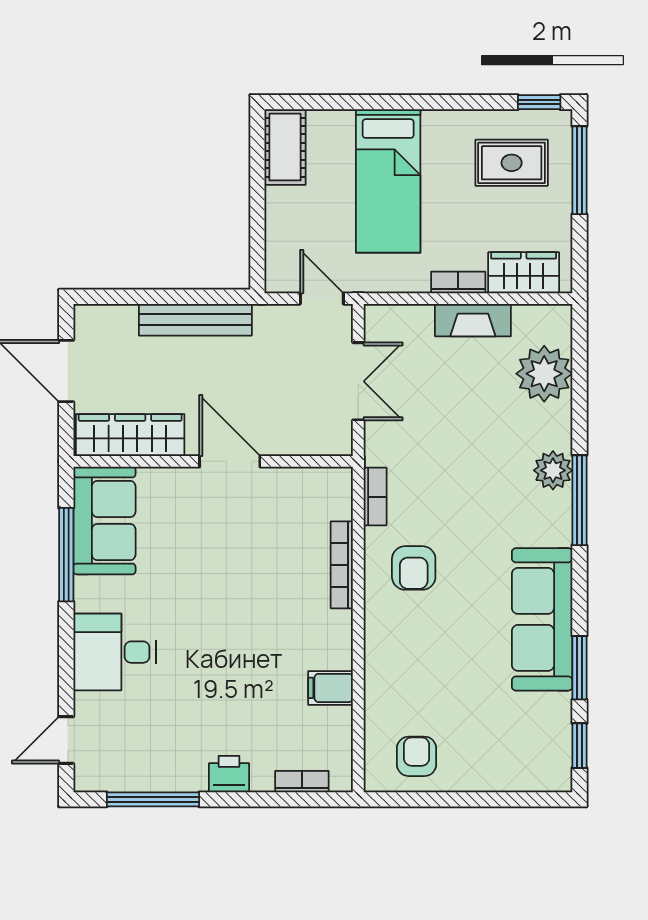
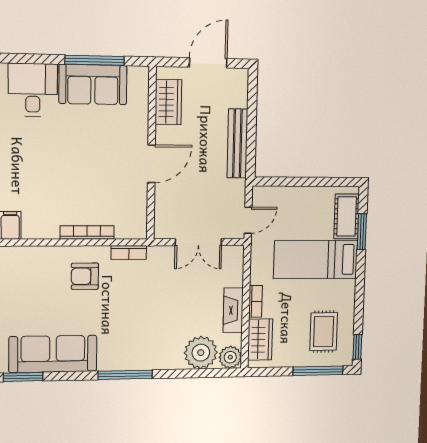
window: (341, 102) -> (362, 232), added
cot: (285, 147) -> (347, 216), moved, turned 90
wardrobe: (130, 435) -> (168, 102), width x0.67
plant: (553, 470) -> (230, 357), moved
sofa: (104, 521) -> (93, 84), moved

